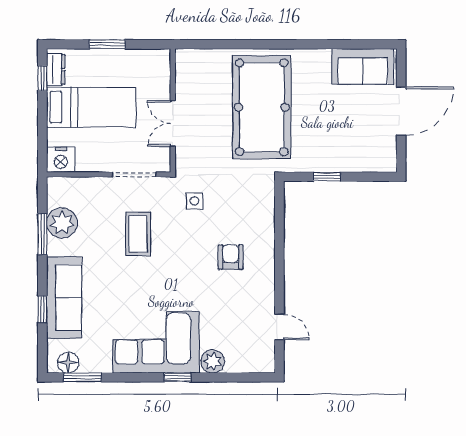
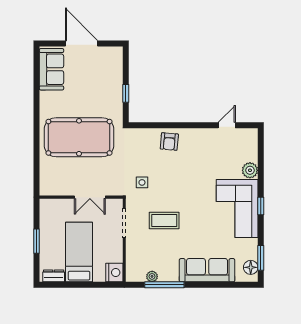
window: (42, 78) -> (59, 285), removed
plant: (62, 223) -> (152, 276), width x0.53, depth x0.53
window: (42, 234) -> (164, 285), width x1.44
armchair: (231, 257) -> (169, 142), moved, turned -85
window: (42, 309) -> (215, 285), removed
window: (177, 377) -> (261, 206), moved

